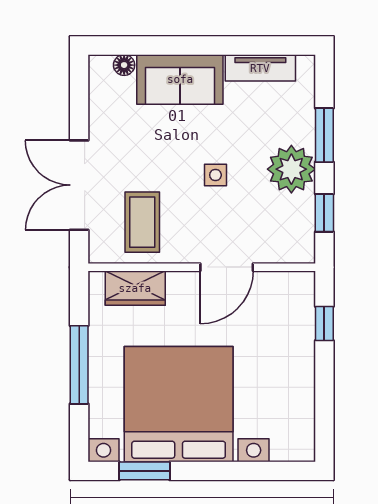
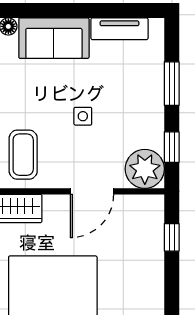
plant: (291, 169) -> (145, 169), moved

